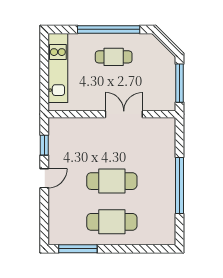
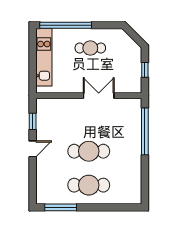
window: (109, 29) -> (66, 25), moved
window: (179, 83) -> (145, 70), width x0.46
window: (179, 186) -> (145, 131), moved

